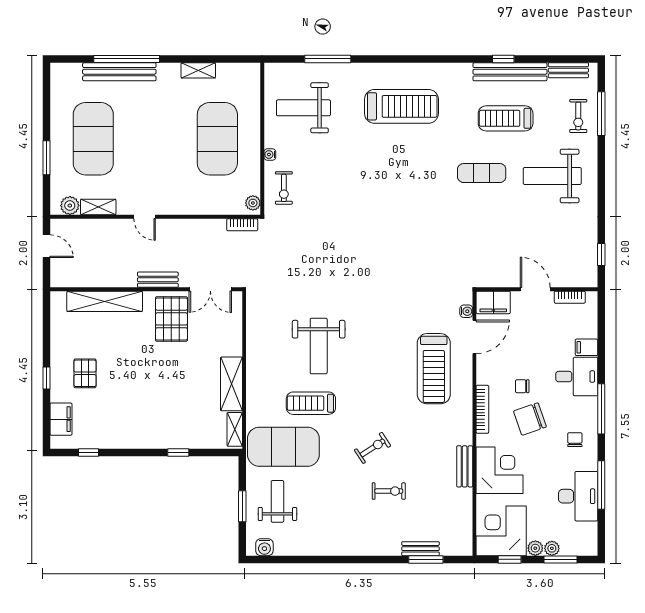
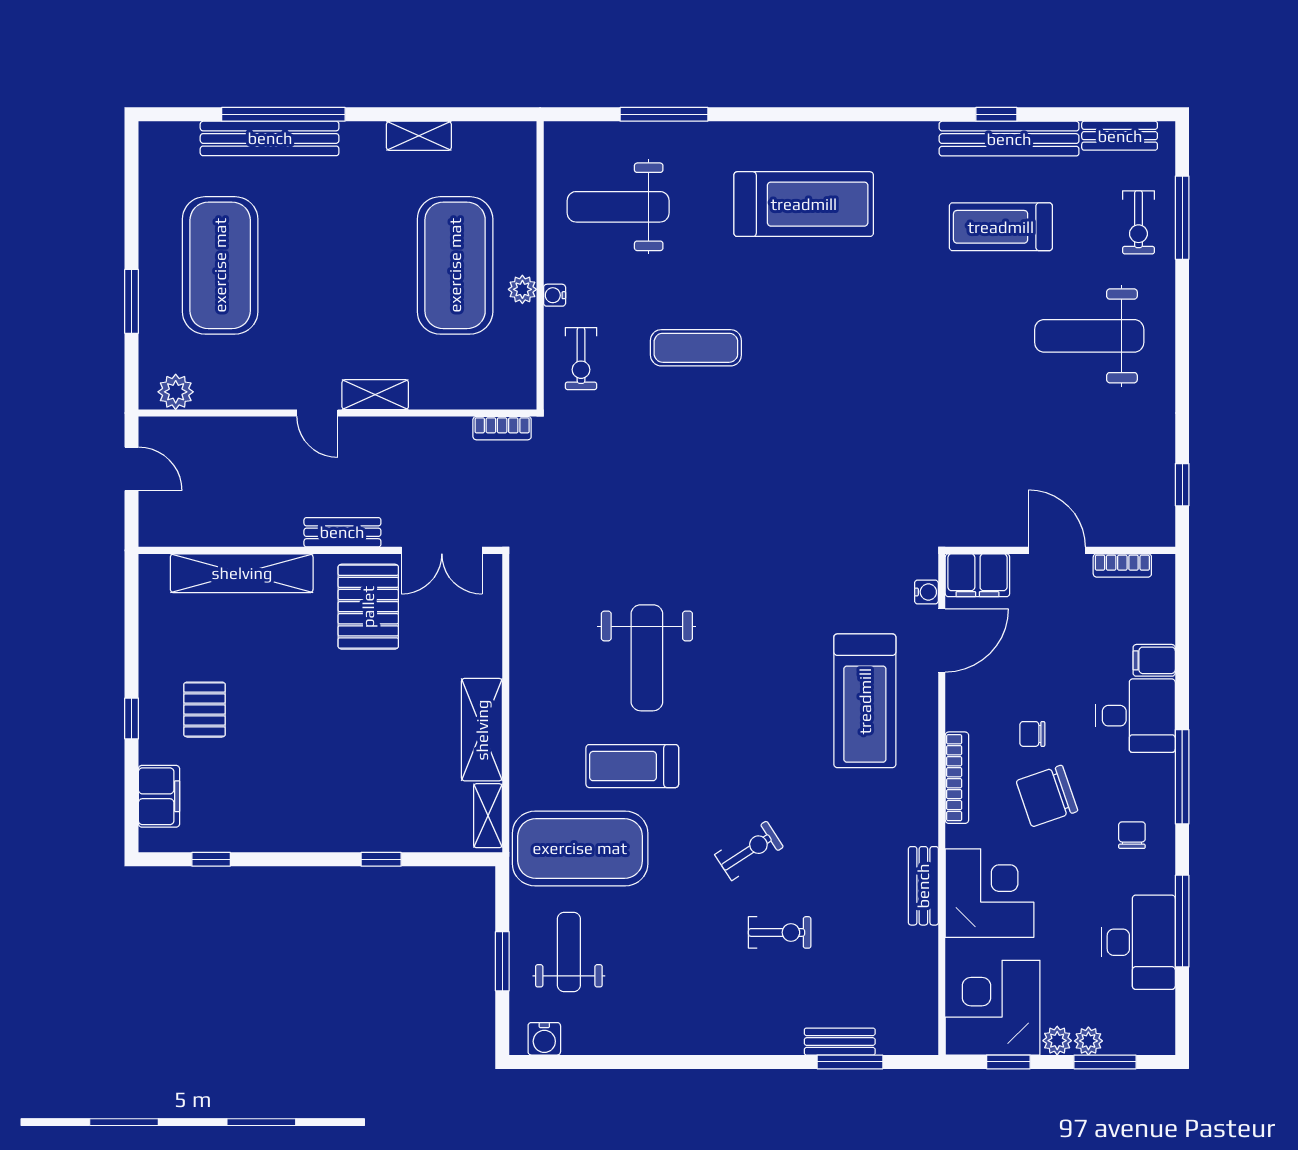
exercise mat: (482, 173) -> (696, 348), moved
plant: (253, 203) -> (522, 289), moved
shelving: (98, 207) -> (375, 395), moved

